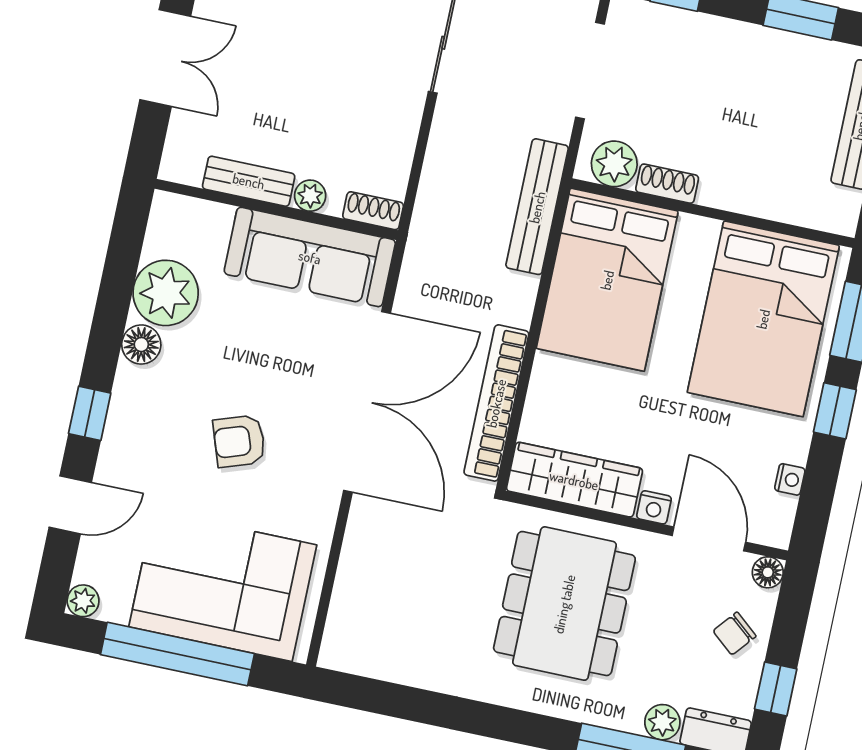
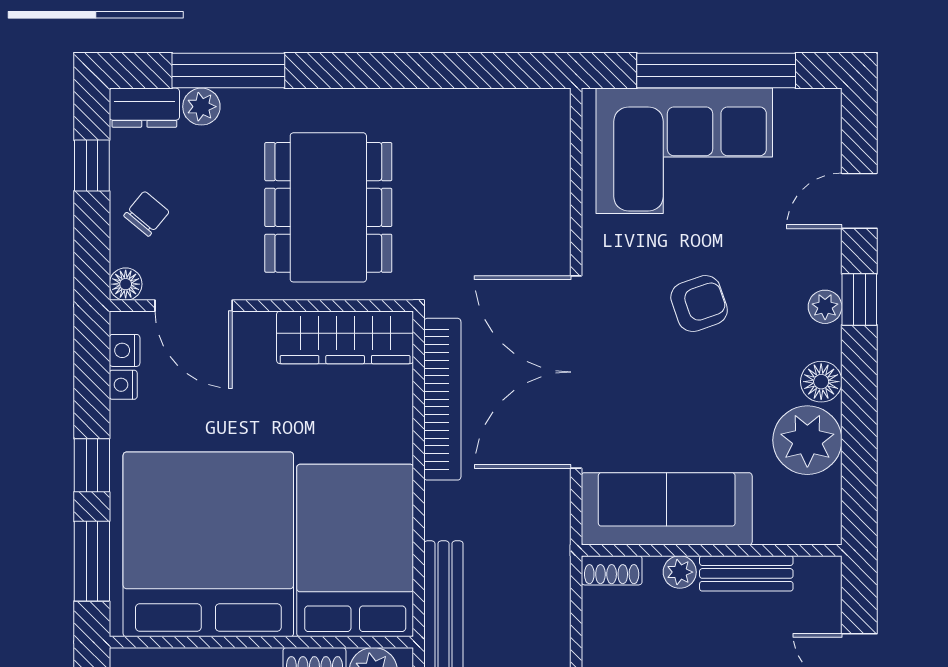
bed: (763, 319) -> (208, 544), width x1.36
nightstand: (654, 507) -> (125, 350), moved, turned -90
plant: (83, 601) -> (825, 307), moved

